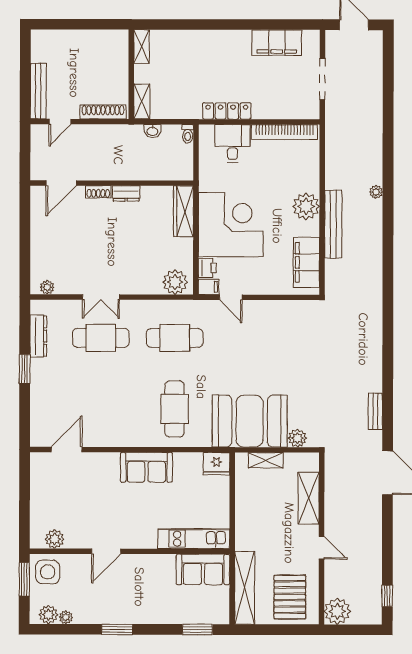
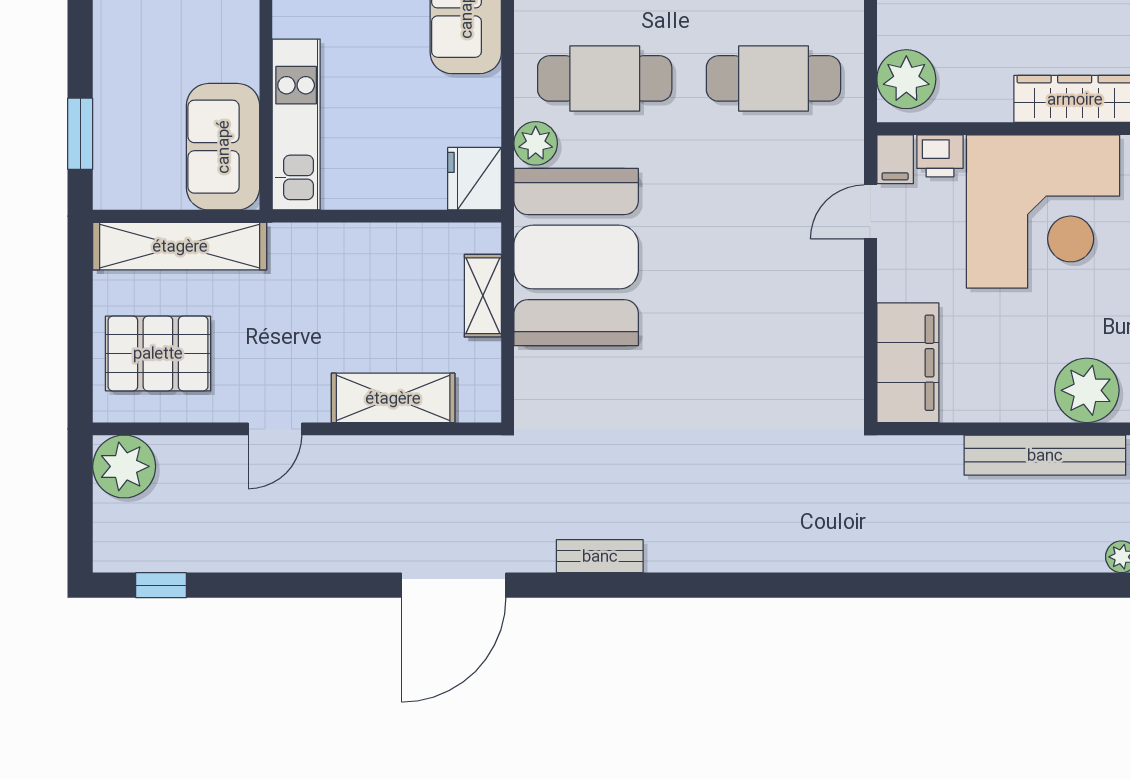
filing cabinet: (306, 262) -> (908, 363), moved, turned 90
cafe table: (175, 338) -> (773, 78), turned 90
plant: (297, 438) -> (536, 143), moved

